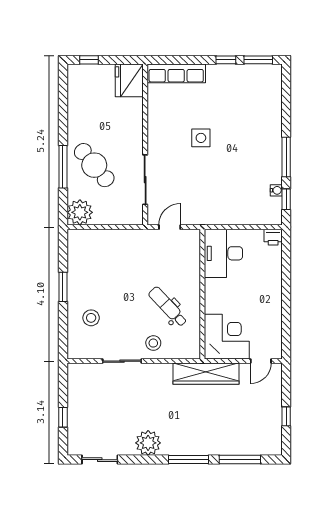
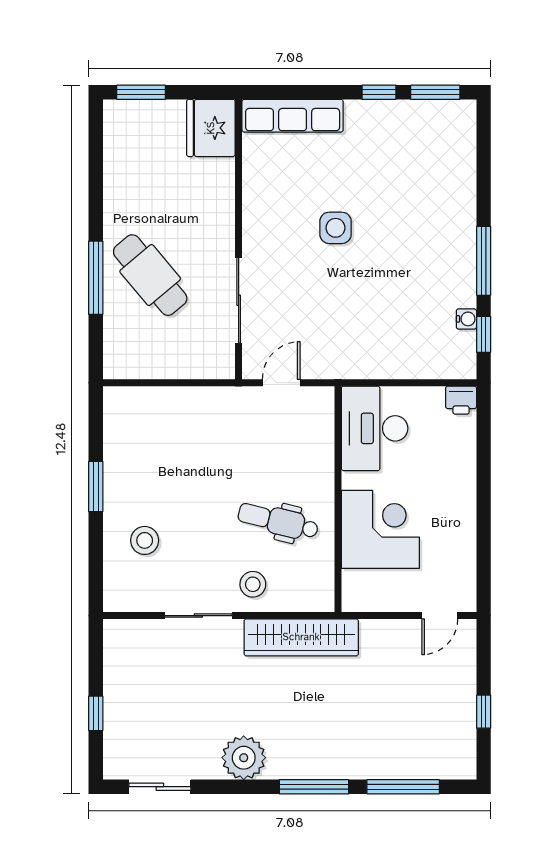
window: (89, 60) -> (141, 92), width x1.50
plant: (80, 212) -> (125, 357), removed
dental chair: (168, 307) -> (278, 521), turned -33
corner desk: (227, 337) -> (380, 529), moved
wardrobe: (206, 374) -> (301, 637), moved

